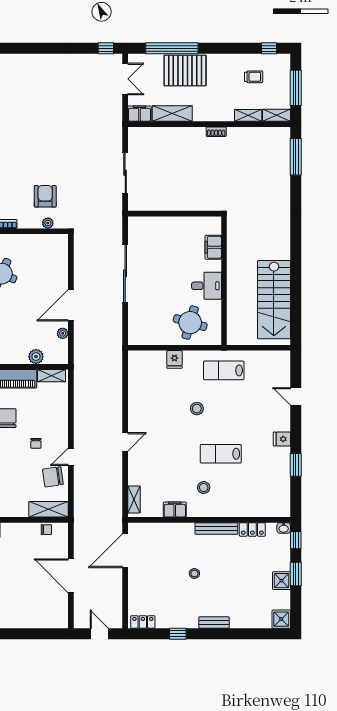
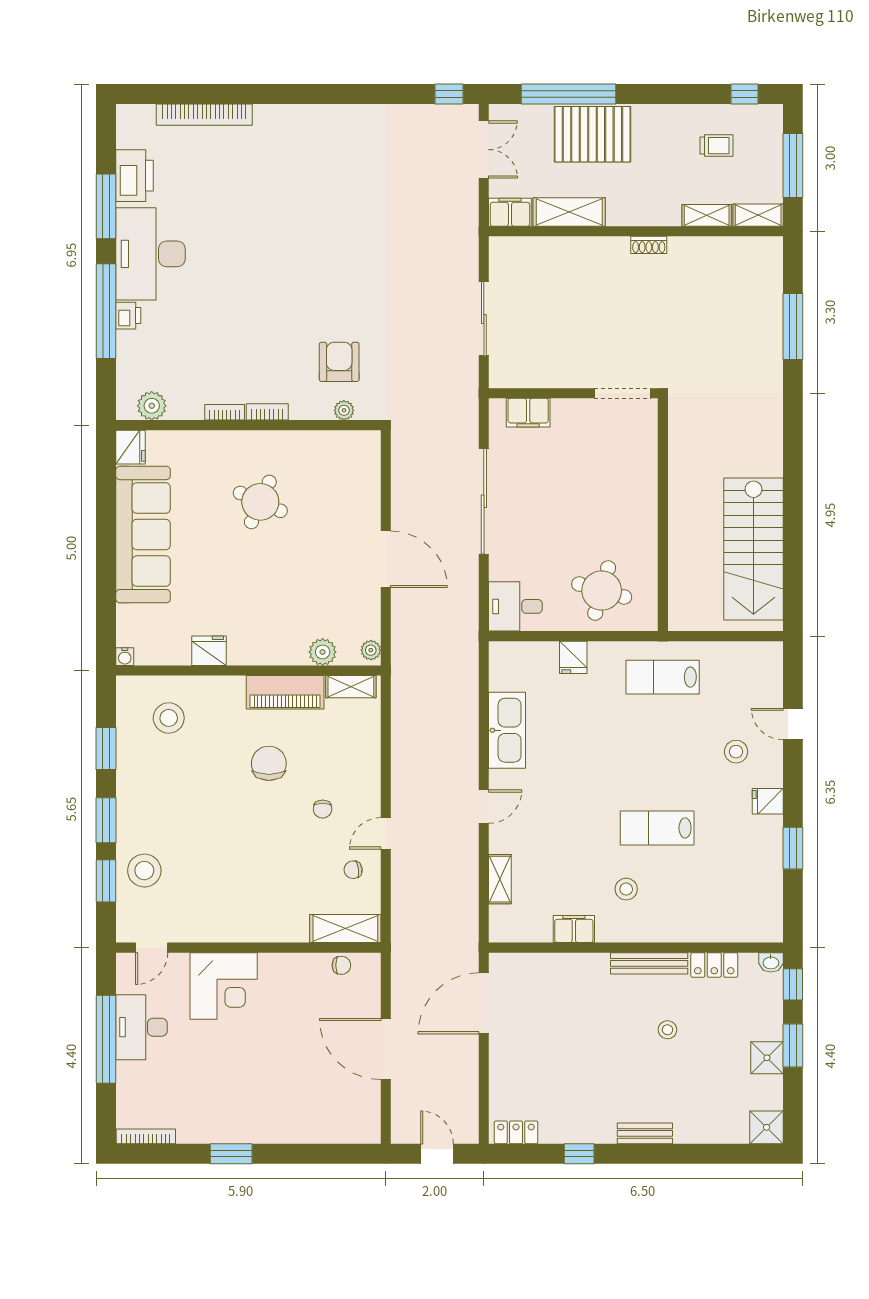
window: (296, 157) -> (793, 327), moved
doorway: (202, 214) -> (623, 393), added
filing cabinet: (213, 247) -> (528, 413), moved, turned -90
desk: (206, 286) -> (515, 606), moved, turned 180
door: (71, 305) -> (386, 559), swing flipped
plant: (63, 333) -> (371, 650), moved
kitchen sink: (138, 400) -> (507, 730), added
stool: (197, 409) -> (736, 752), moved
chair: (53, 477) -> (353, 870), width x0.54, depth x0.54
shelving: (134, 499) -> (500, 879), moved
stool: (194, 573) -> (667, 1030), moved

